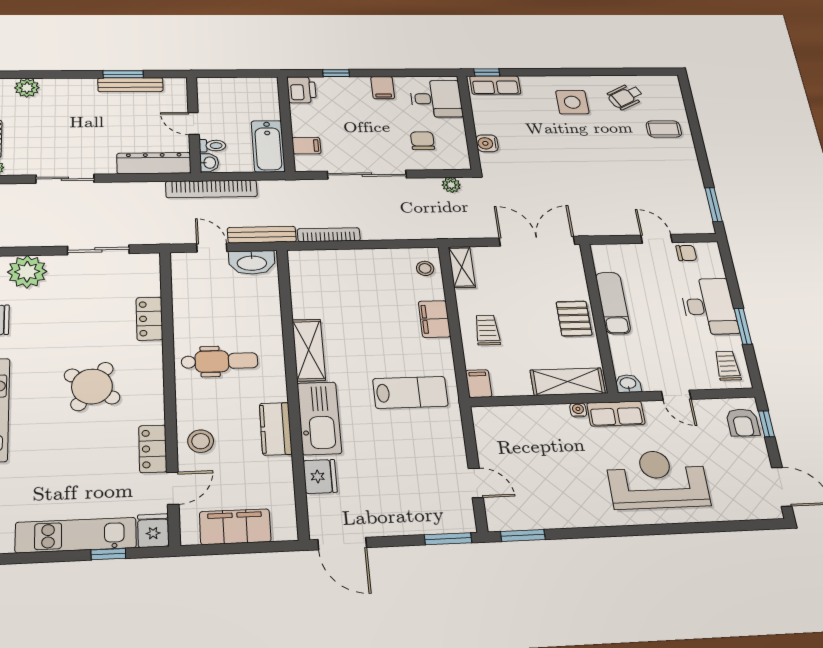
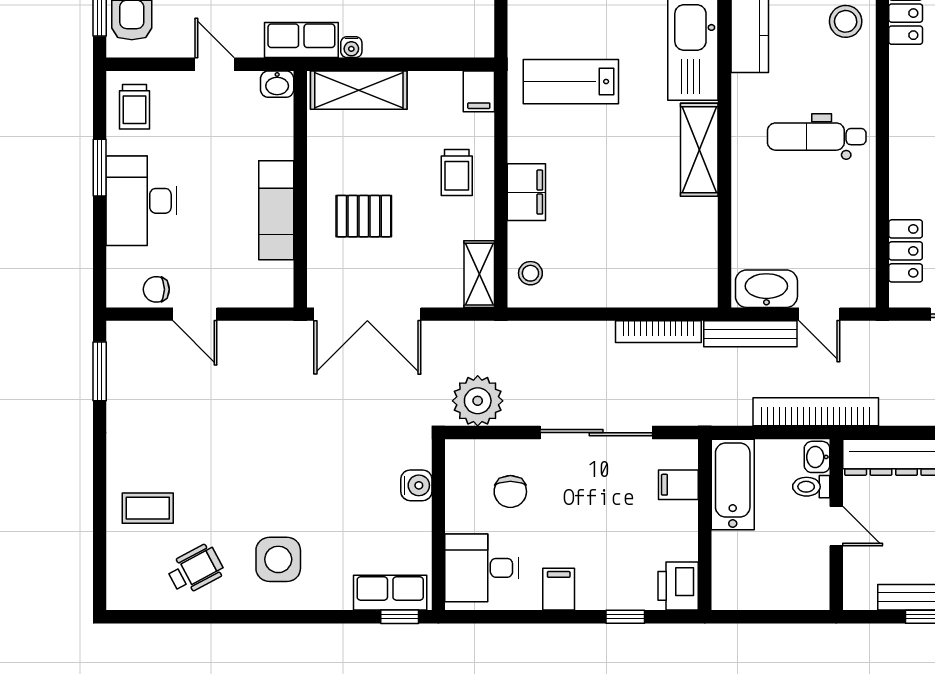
plant: (451, 185) -> (478, 401), width x1.87, depth x1.87
locker: (149, 319) -> (906, 251), moved
pallet: (574, 319) -> (364, 216), moved, turned 90

